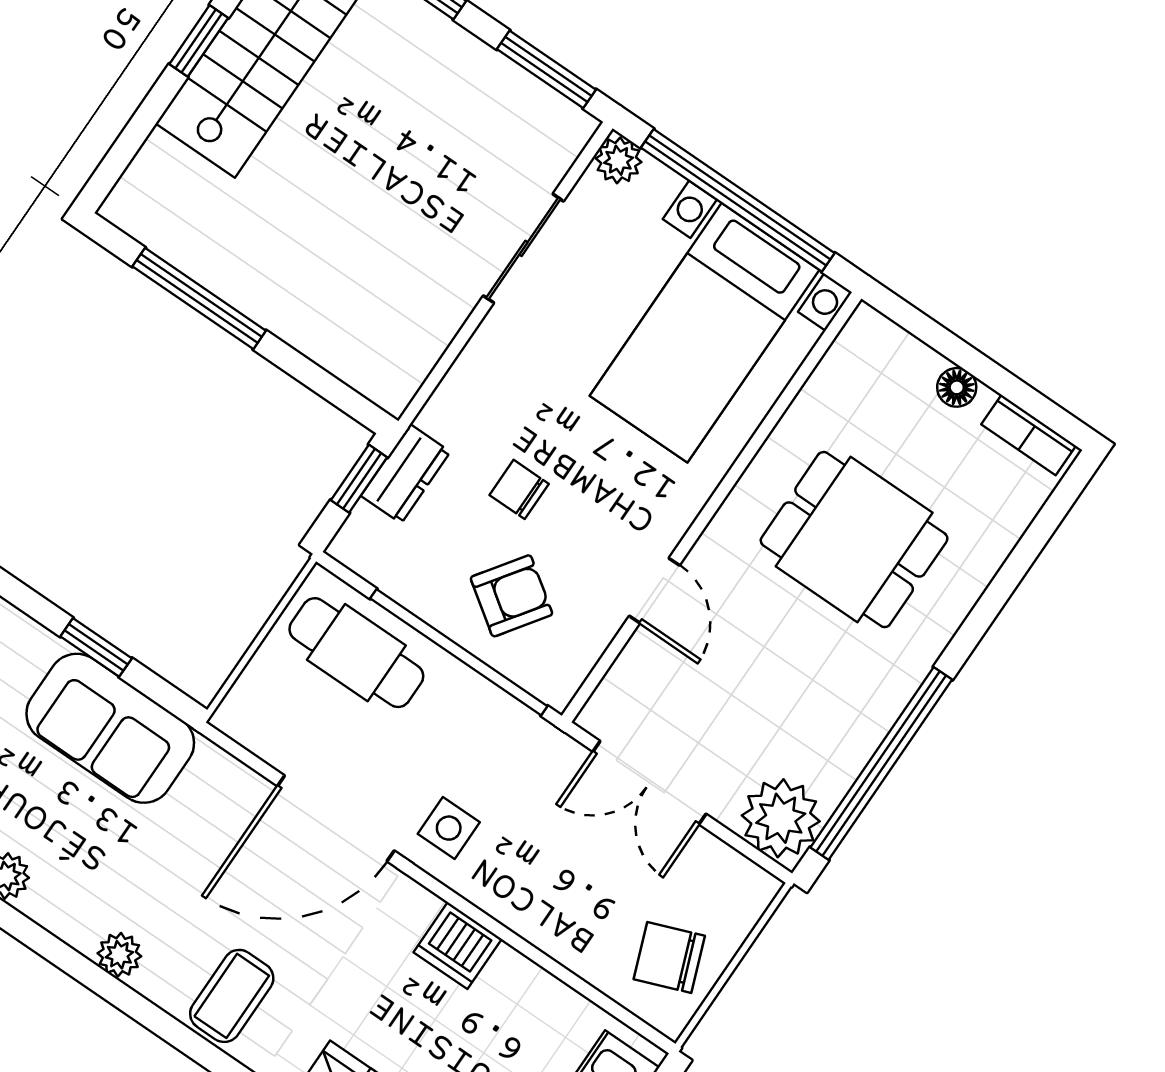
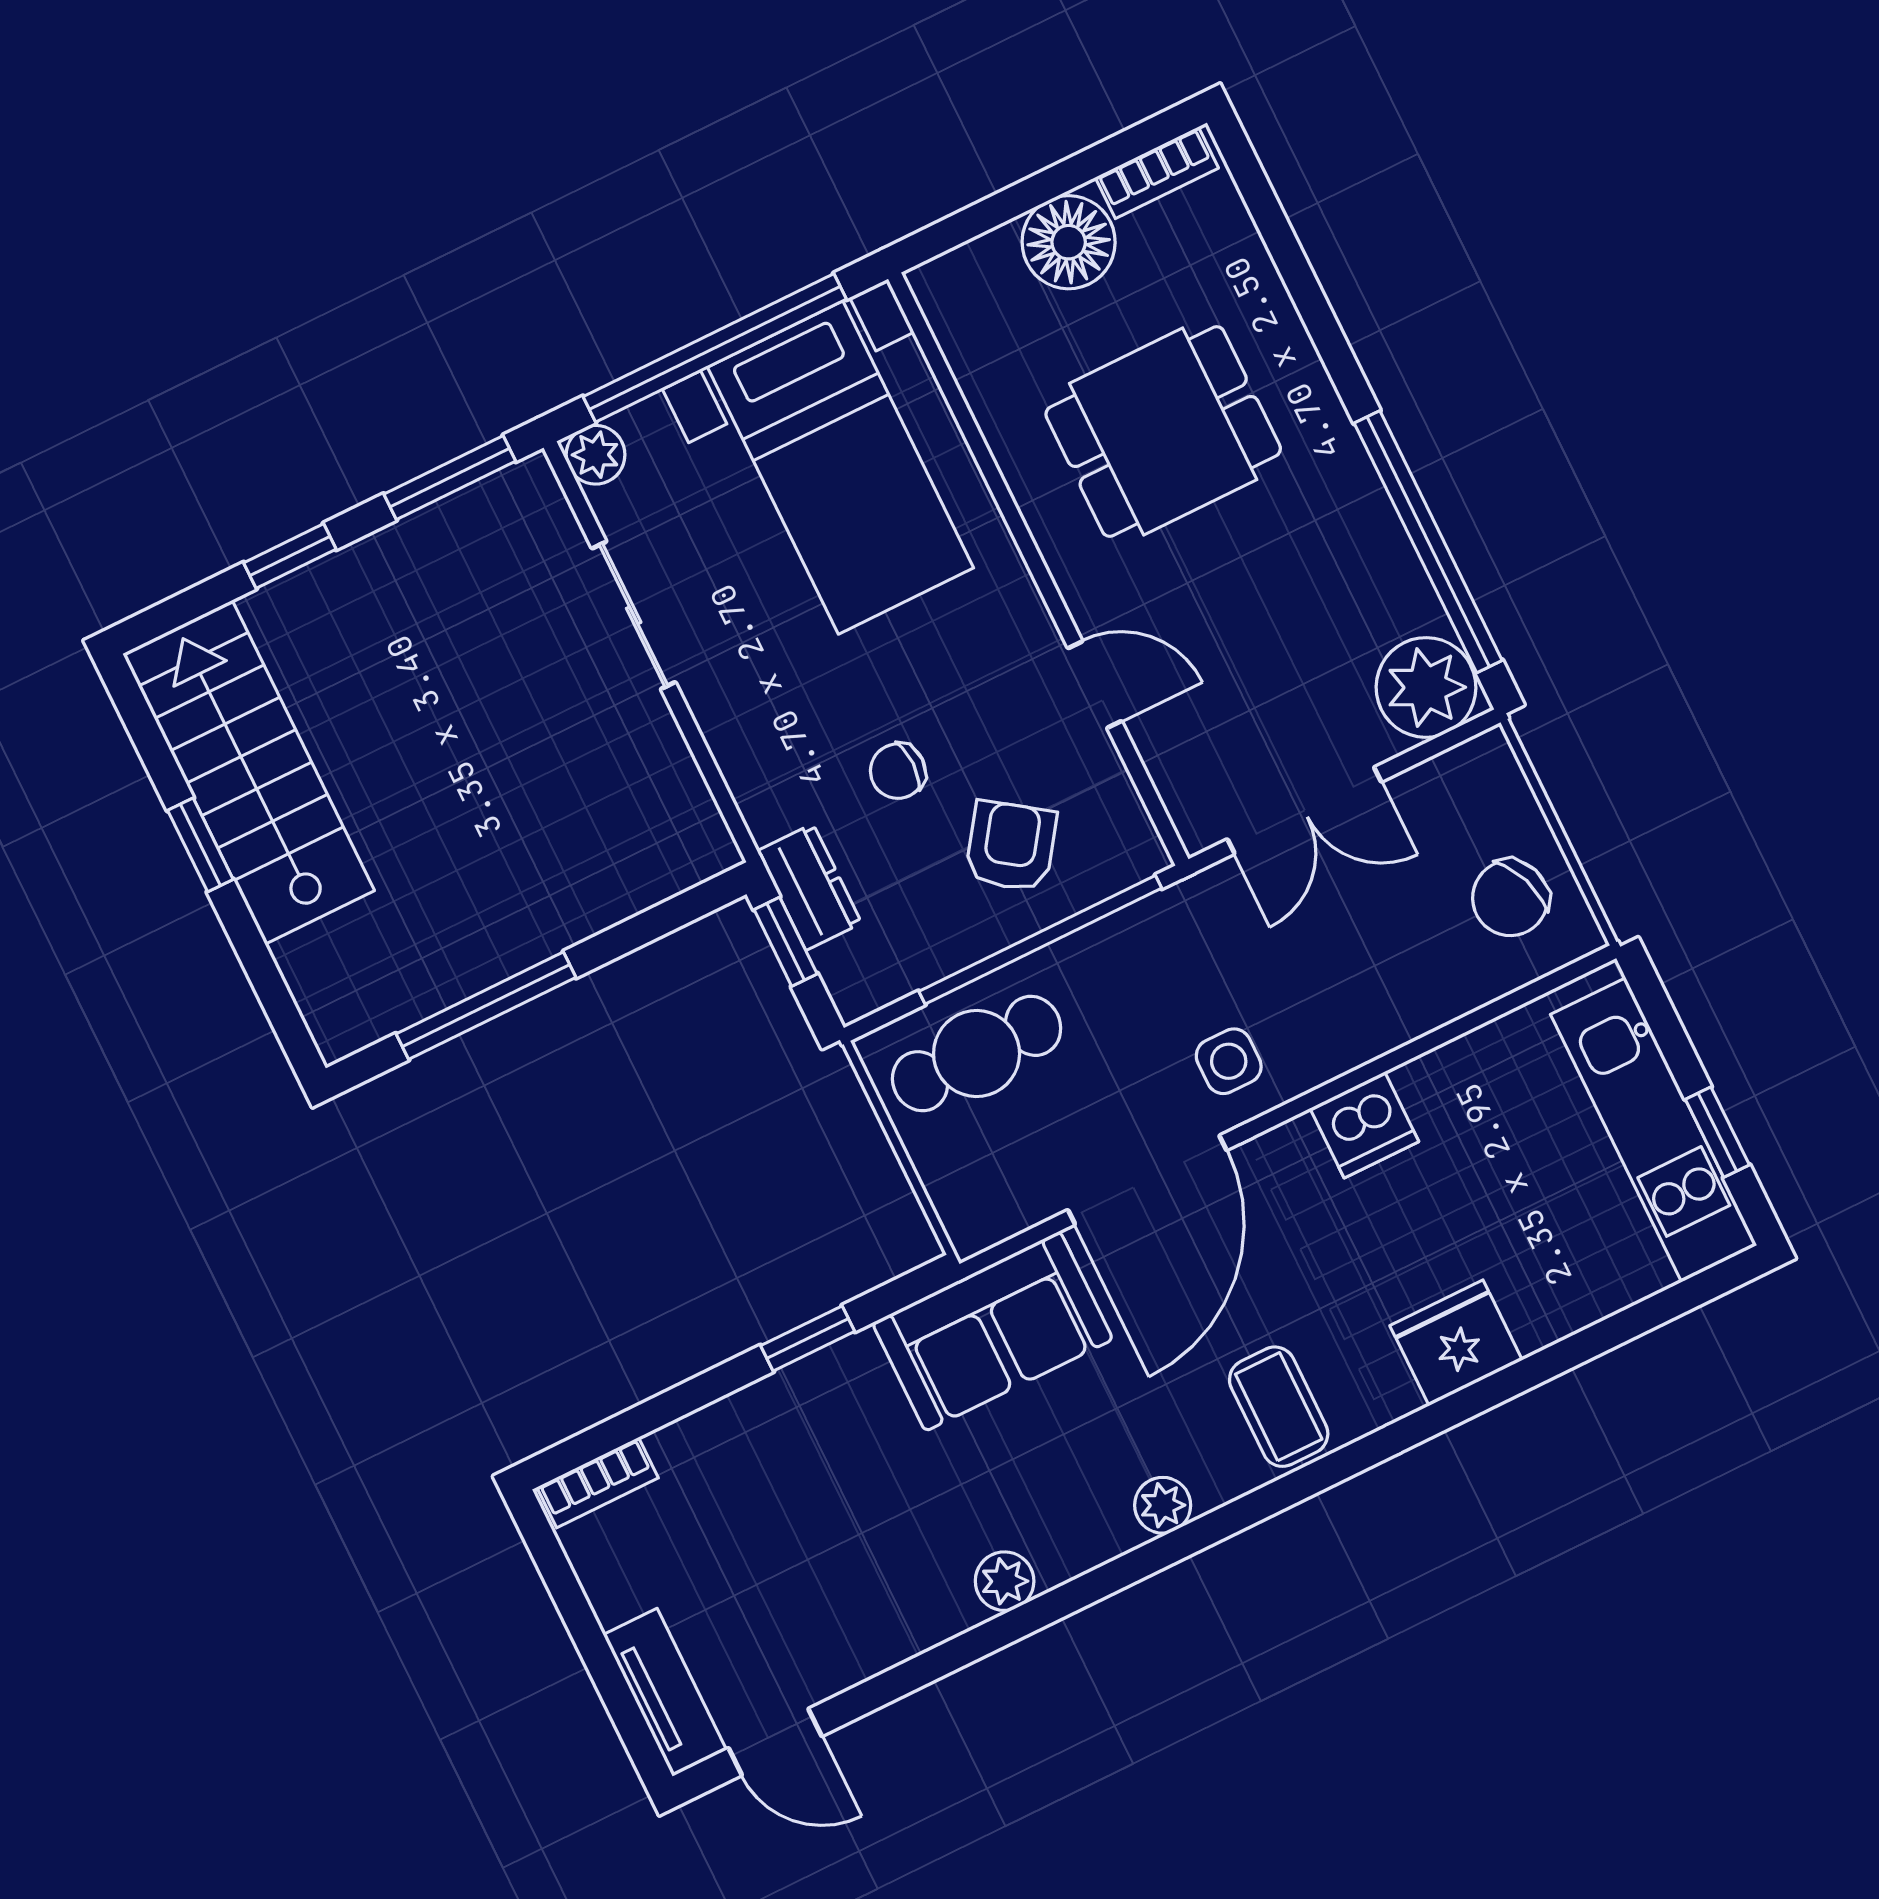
floor lamp: (957, 387) -> (1069, 242), width x1.89, depth x1.89
sofa: (110, 728) -> (993, 1331), moved

